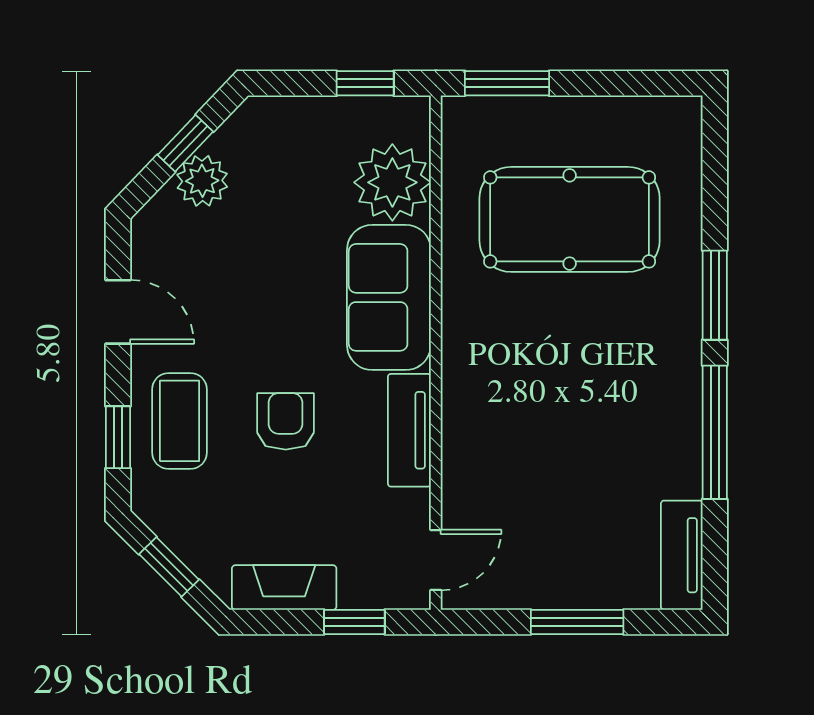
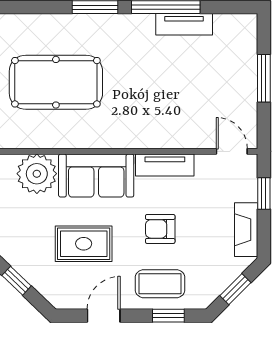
plant: (202, 181) -> (36, 272), removed
pool table: (570, 219) -> (56, 82), turned 90
rug: (257, 273) -> (84, 244), added
tv unit: (682, 555) -> (184, 24), moved

